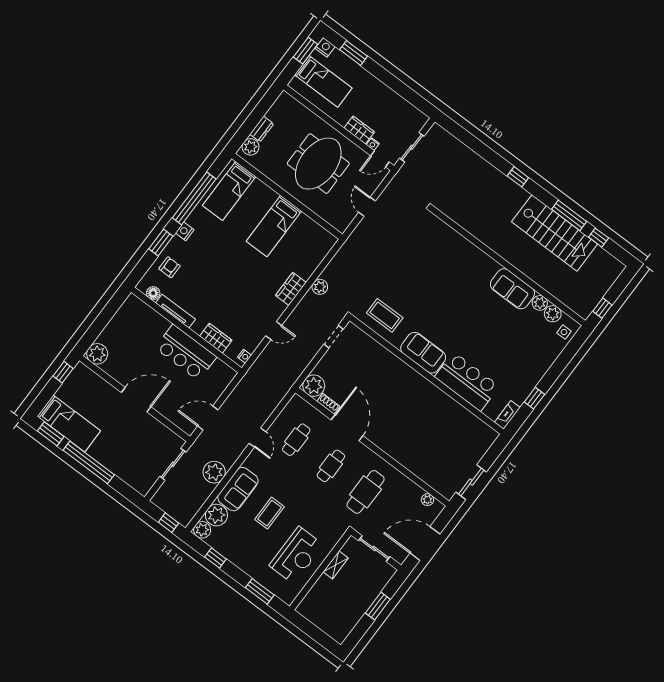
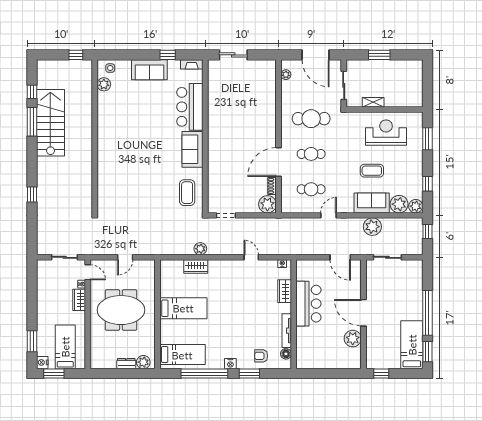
window: (518, 177) -> (32, 195), moved
wardrobe: (291, 289) -> (196, 266), moved
sofa: (512, 289) -> (149, 70), moved, turned 90
plant: (540, 303) -> (103, 98), removed
plant: (97, 354) -> (353, 339), moved
sliding door: (471, 482) -> (233, 55), moved

